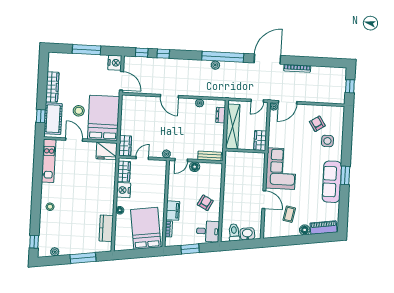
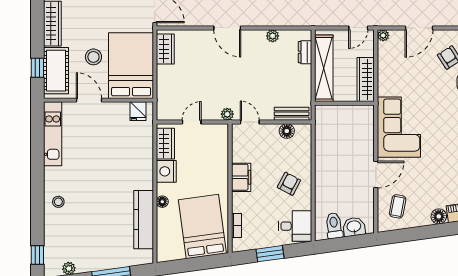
door: (288, 102) -> (419, 28), moved
wardrobe: (260, 140) -> (366, 79), width x1.50
wardrobe: (125, 146) -> (165, 49), moved
fridge: (107, 151) -> (138, 111), width x0.53, depth x0.75
door: (181, 160) -> (250, 122), swing flipped
floor lamp: (195, 167) -> (287, 131), moved
door: (264, 200) -> (376, 175), hinge flipped
filing cabinet: (173, 211) -> (241, 177), moved
coffee table: (289, 214) -> (398, 206), moved
kitchen counter: (106, 228) -> (144, 220), width x1.50

